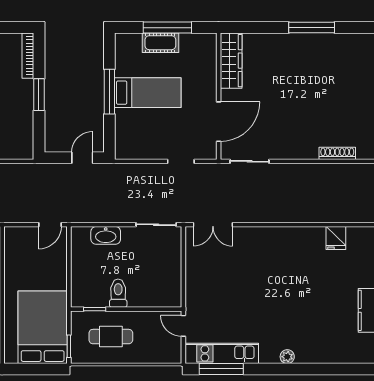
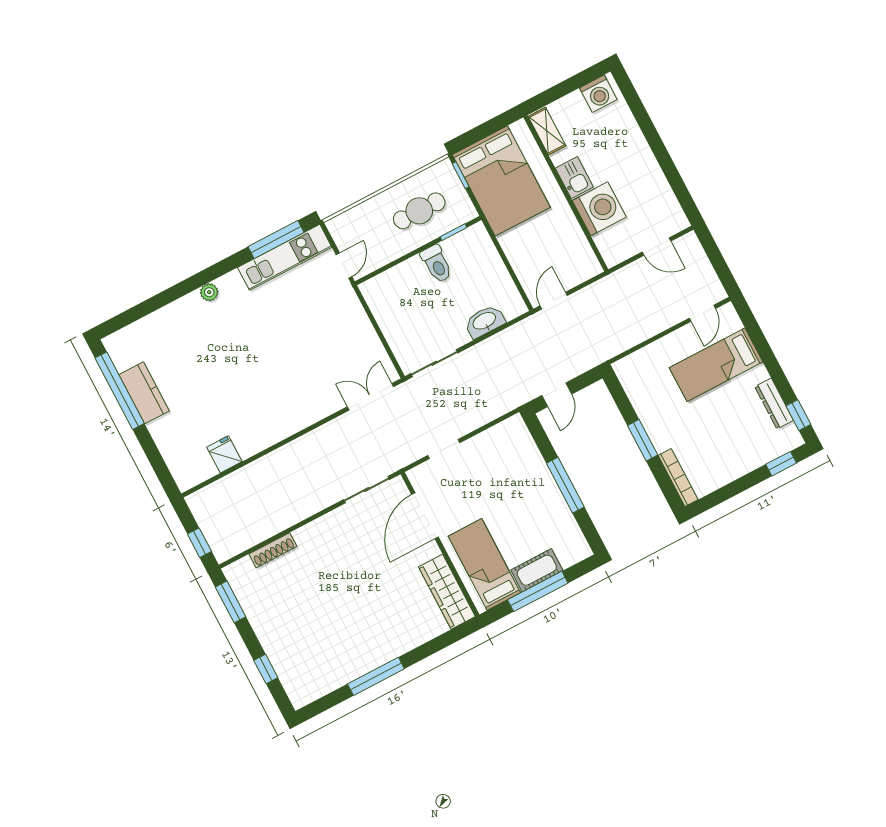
bed: (148, 93) -> (484, 564), moved, turned 90
door: (183, 326) -> (344, 266), hinge flipped

